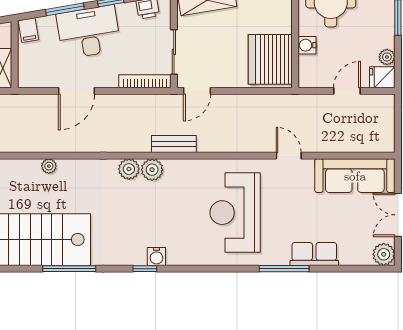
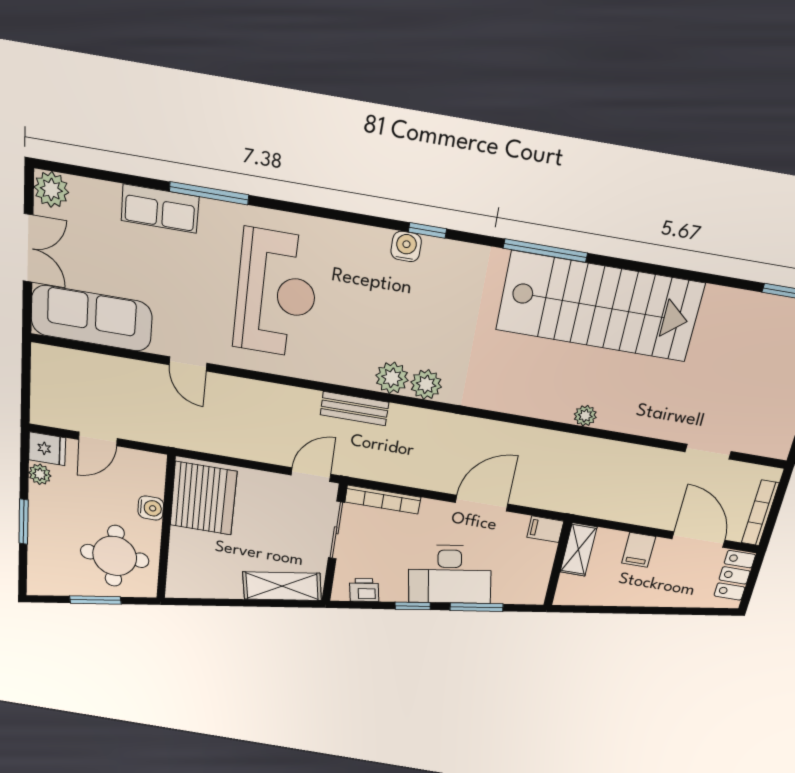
filing cabinet: (28, 30) -> (545, 529), moved, turned -81
plant: (49, 166) -> (585, 416), moved

